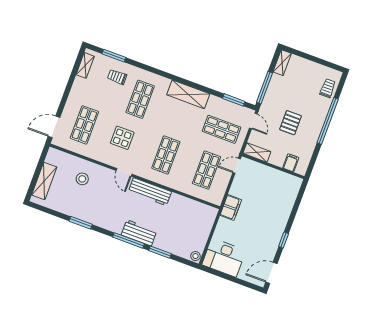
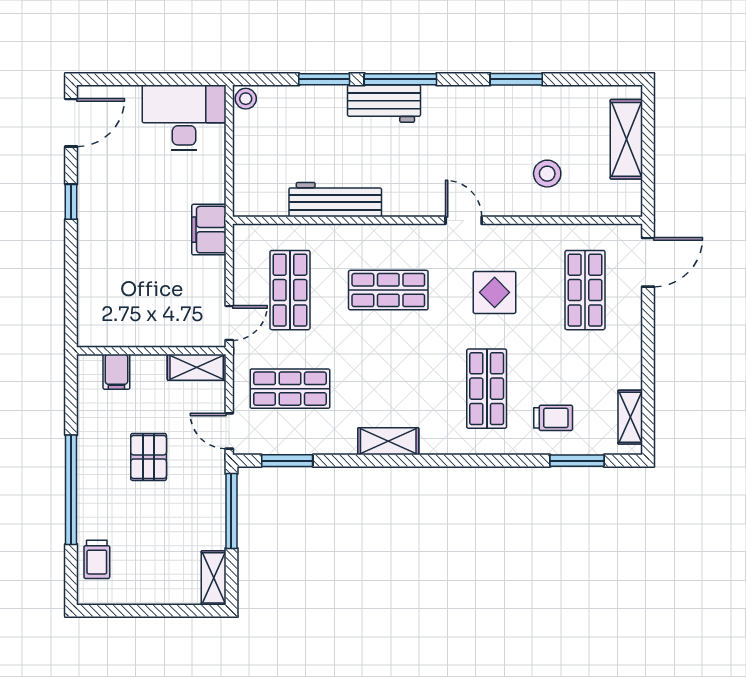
shelving: (188, 94) -> (388, 441), width x0.67, depth x0.75
shop shelf: (166, 155) -> (388, 290), turned 90
workbench: (150, 192) -> (335, 200), moved

